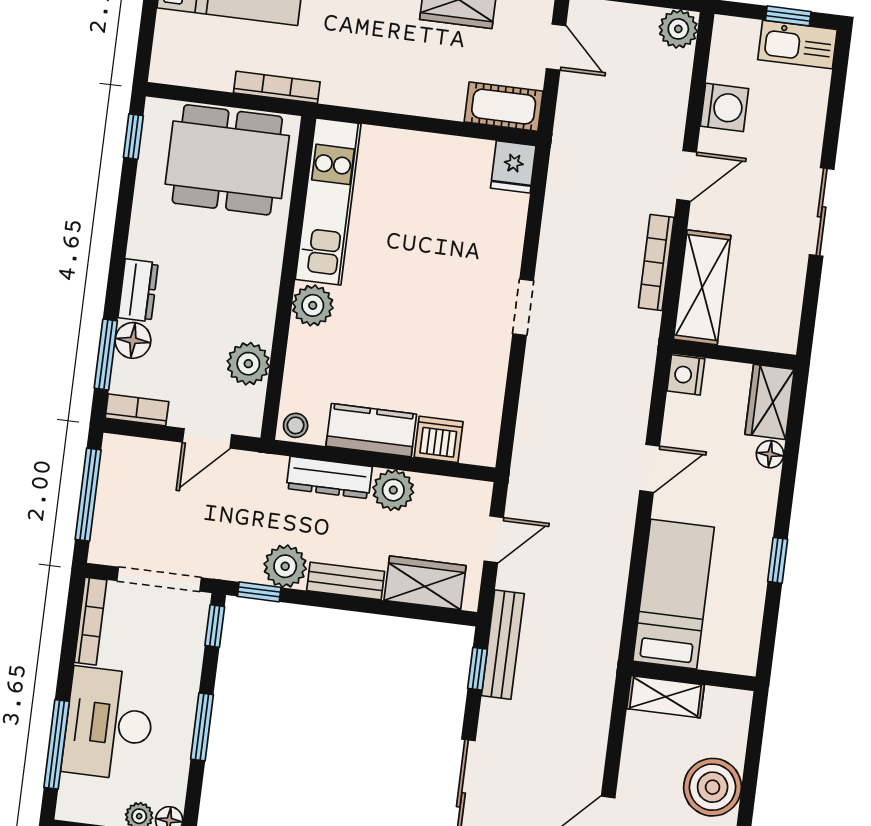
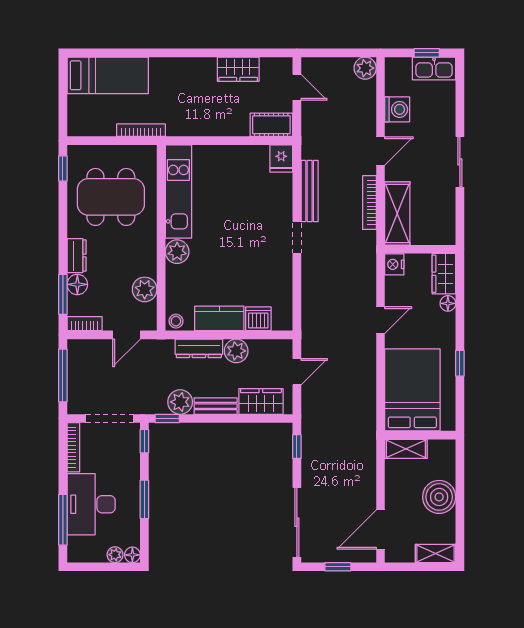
dining table: (227, 160) -> (111, 197), moved
bed: (674, 594) -> (412, 390), width x1.50
bench: (503, 645) -> (310, 191), moved

